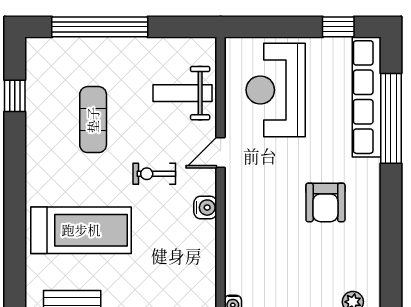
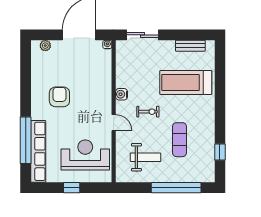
window: (338, 27) -> (72, 188), moved
reception desk: (276, 90) -> (85, 155), turned -90
weight bench: (183, 93) -> (145, 157), moved
door: (221, 153) -> (114, 123), hinge flipped

